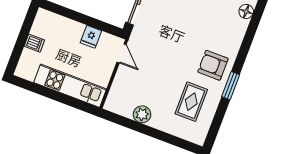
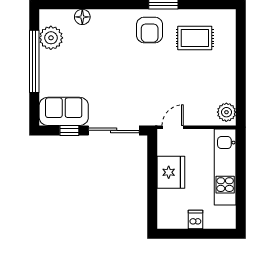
fridge: (91, 37) -> (171, 172), width x1.88, depth x1.34
plant: (142, 114) -> (226, 112), moved

